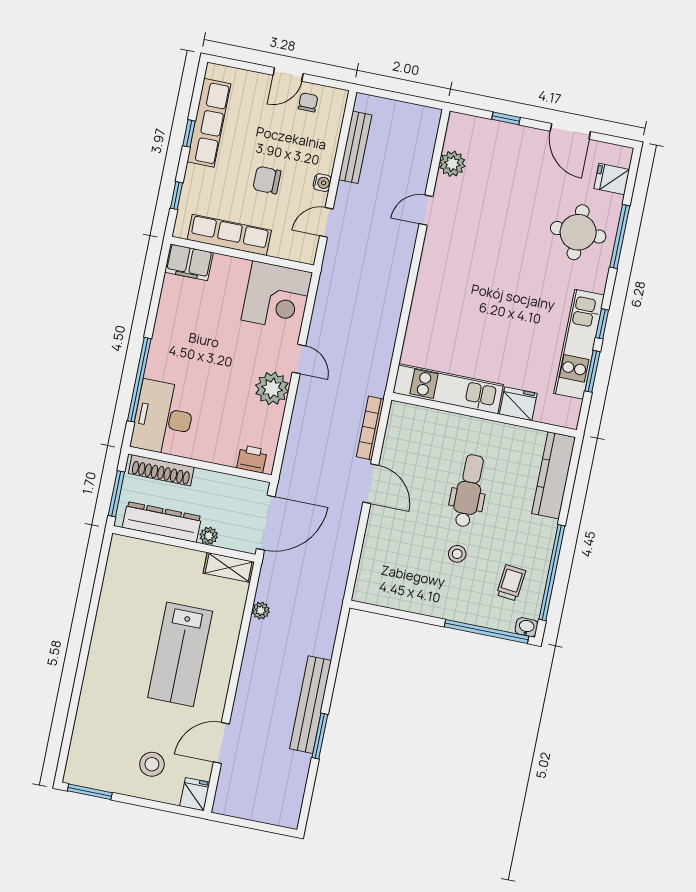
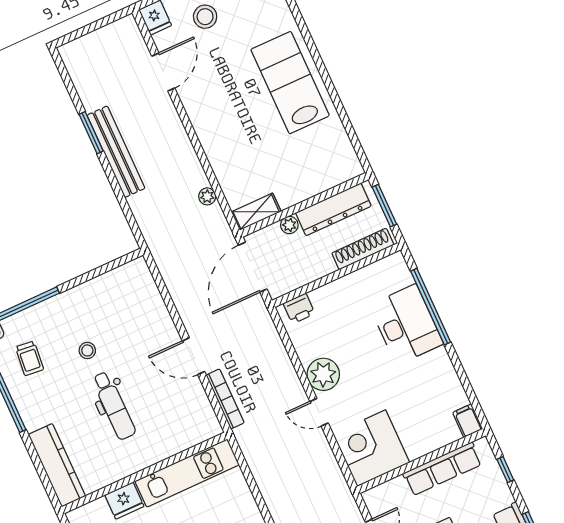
filing cabinet: (189, 262) -> (468, 421), width x0.50
desk: (163, 418) -> (406, 324), moved
lab bench: (180, 654) -> (290, 83), moved

